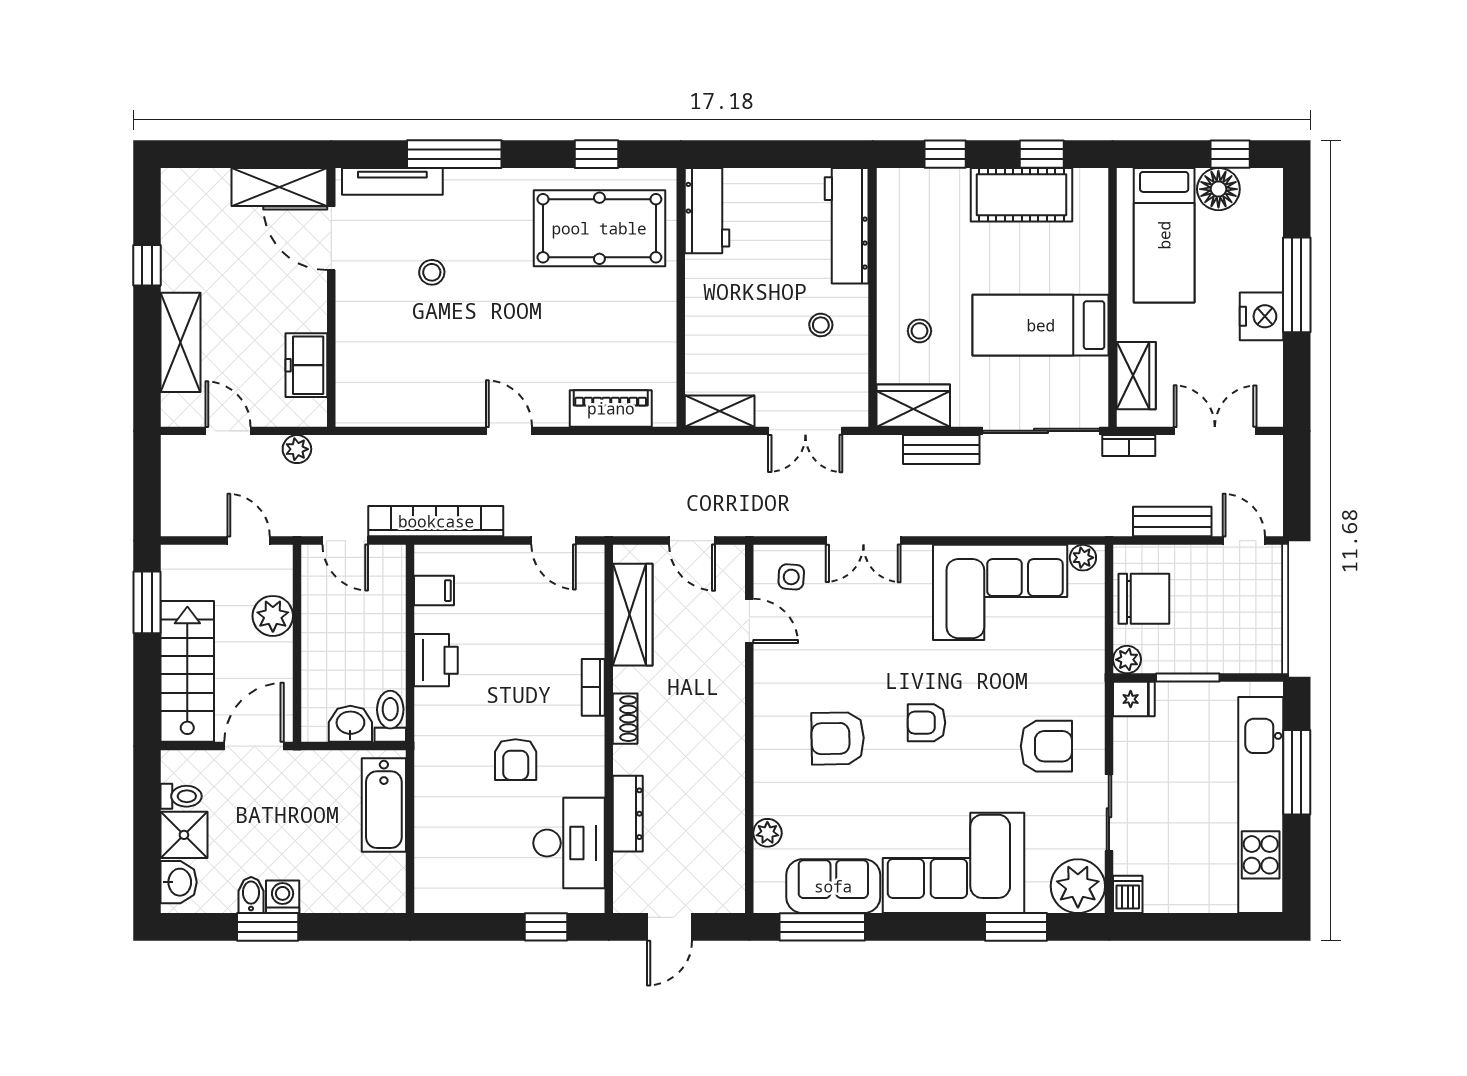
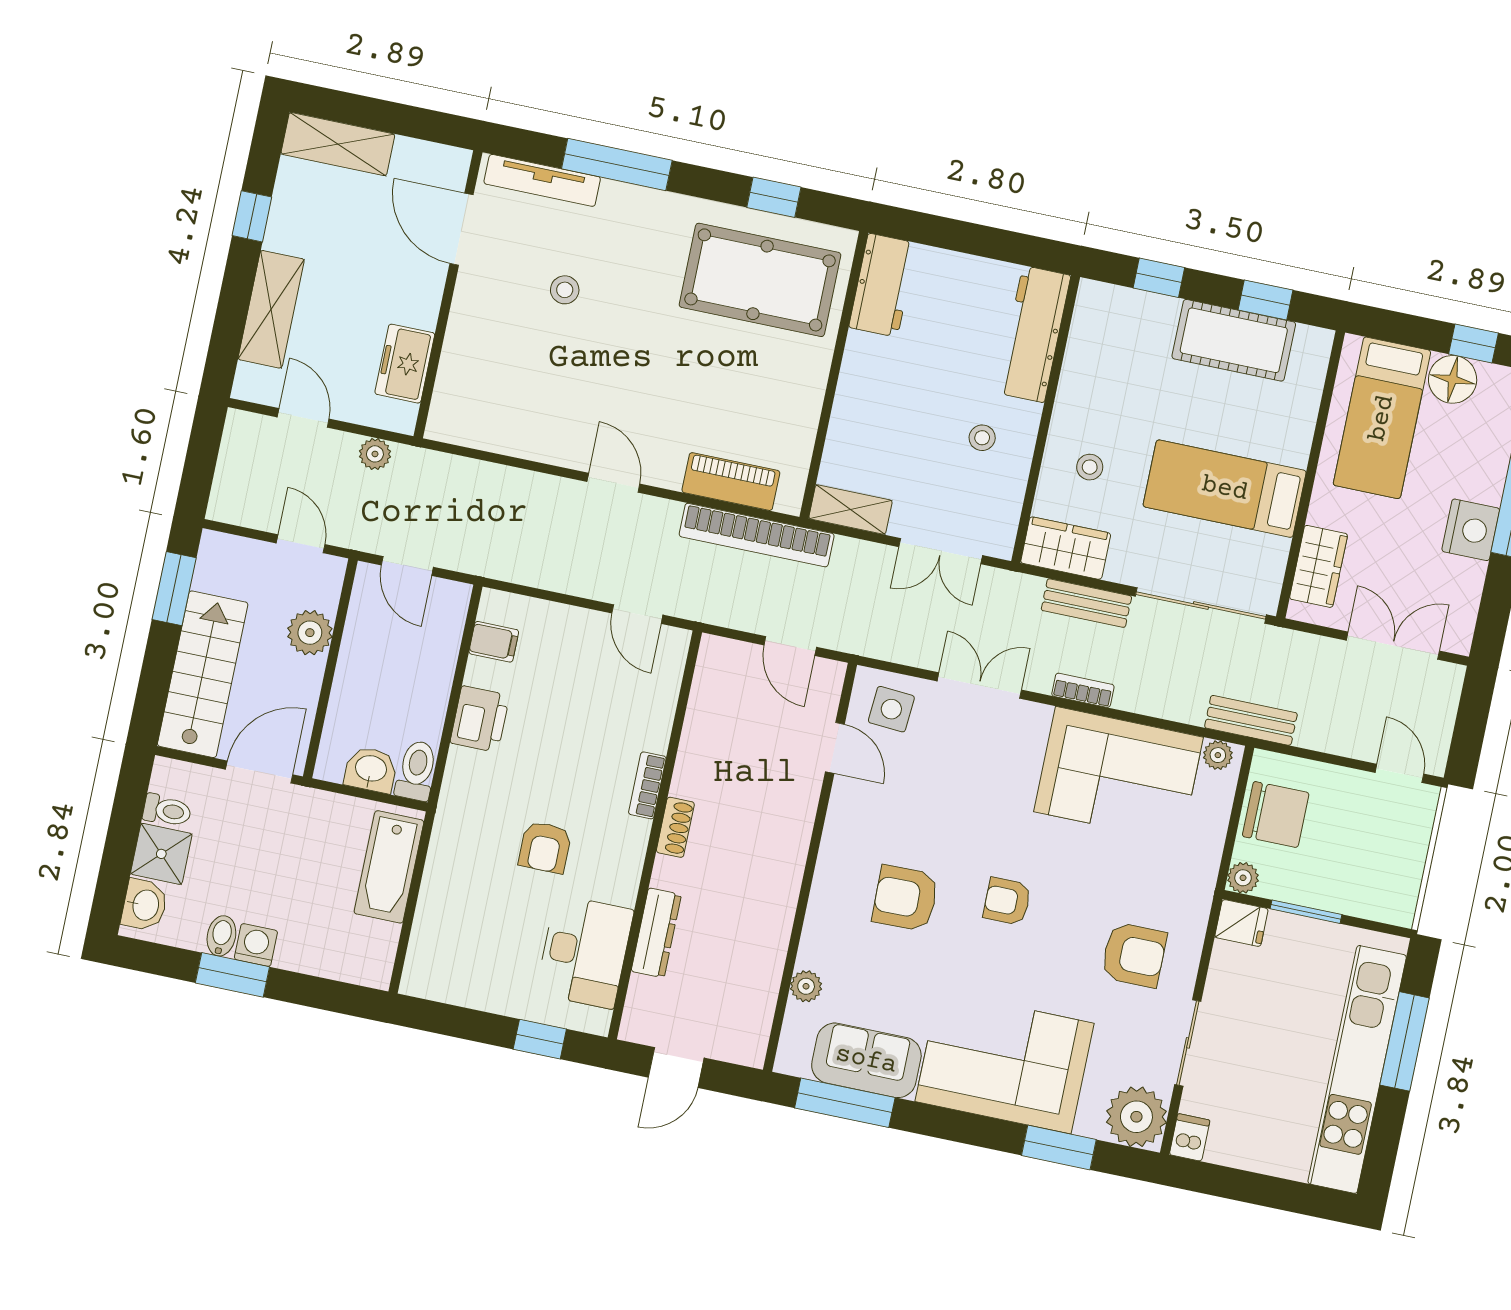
shelving: (279, 187) -> (338, 144), moved
bookcase: (1129, 446) -> (1083, 690), moved, turned 180
bookcase: (436, 521) -> (757, 535), moved, turned 180
bench: (1172, 521) -> (1251, 720), moved
double door: (863, 541) -> (979, 686), swing flipped
side table: (791, 577) -> (891, 709), width x1.37, depth x1.37
wardrobe: (633, 615) -> (708, 714), removed

